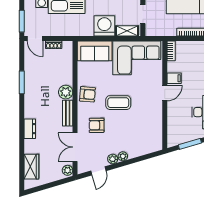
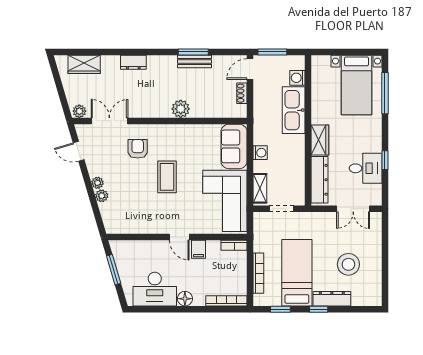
washing machine: (104, 26) -> (260, 153), width x0.53, depth x0.53
armchair: (87, 94) -> (178, 137), removed
bench: (68, 113) -> (195, 62), moved
plant: (113, 159) -> (102, 196), moved

